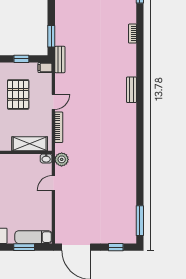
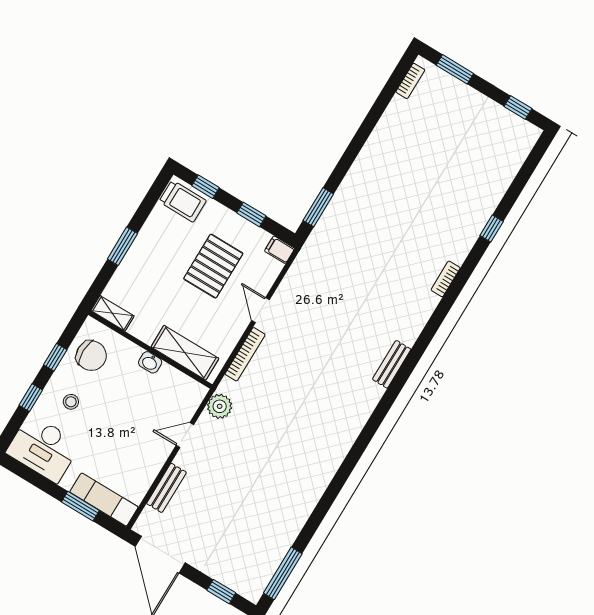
bench: (60, 59) -> (166, 488), moved
door: (53, 102) -> (261, 310), swing flipped
washbasin: (46, 159) -> (150, 362), moved

